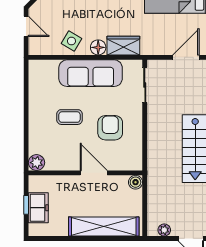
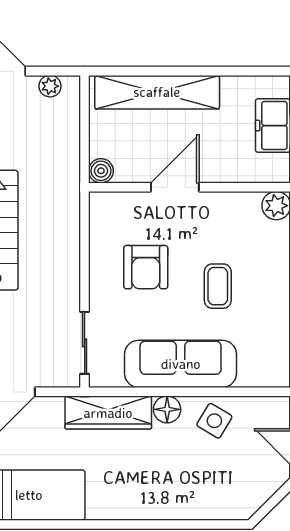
wardrobe: (123, 46) -> (108, 413), width x1.50
coffee table: (70, 117) -> (218, 286), turned 90
door: (94, 173) -> (175, 187), swing flipped

